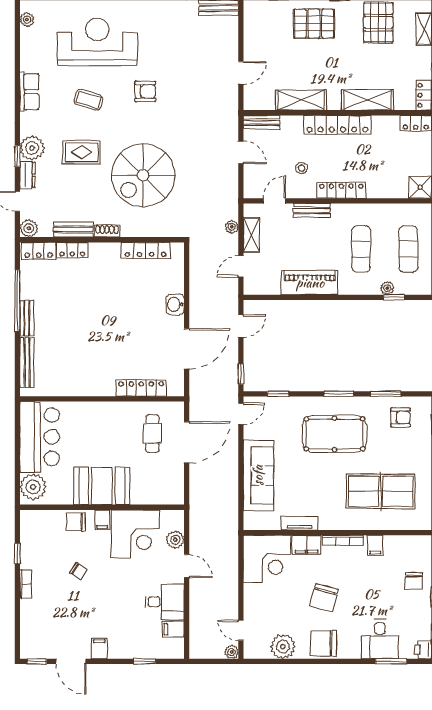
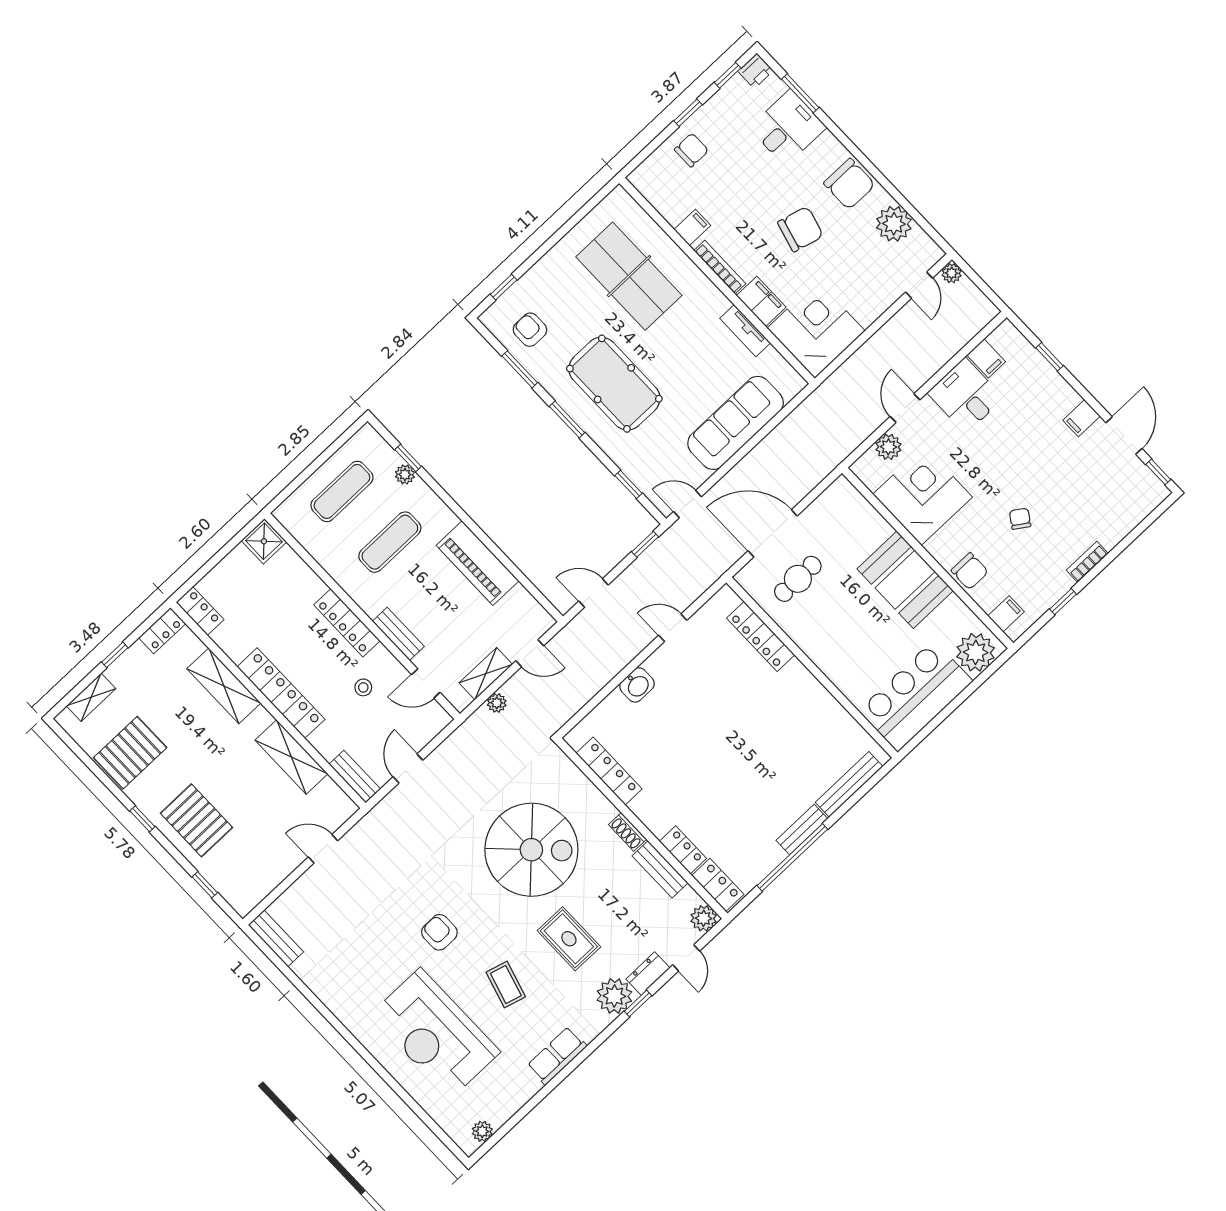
door: (187, 349) -> (673, 628), width x0.53
filing cabinet: (102, 520) -> (1006, 614), moved

